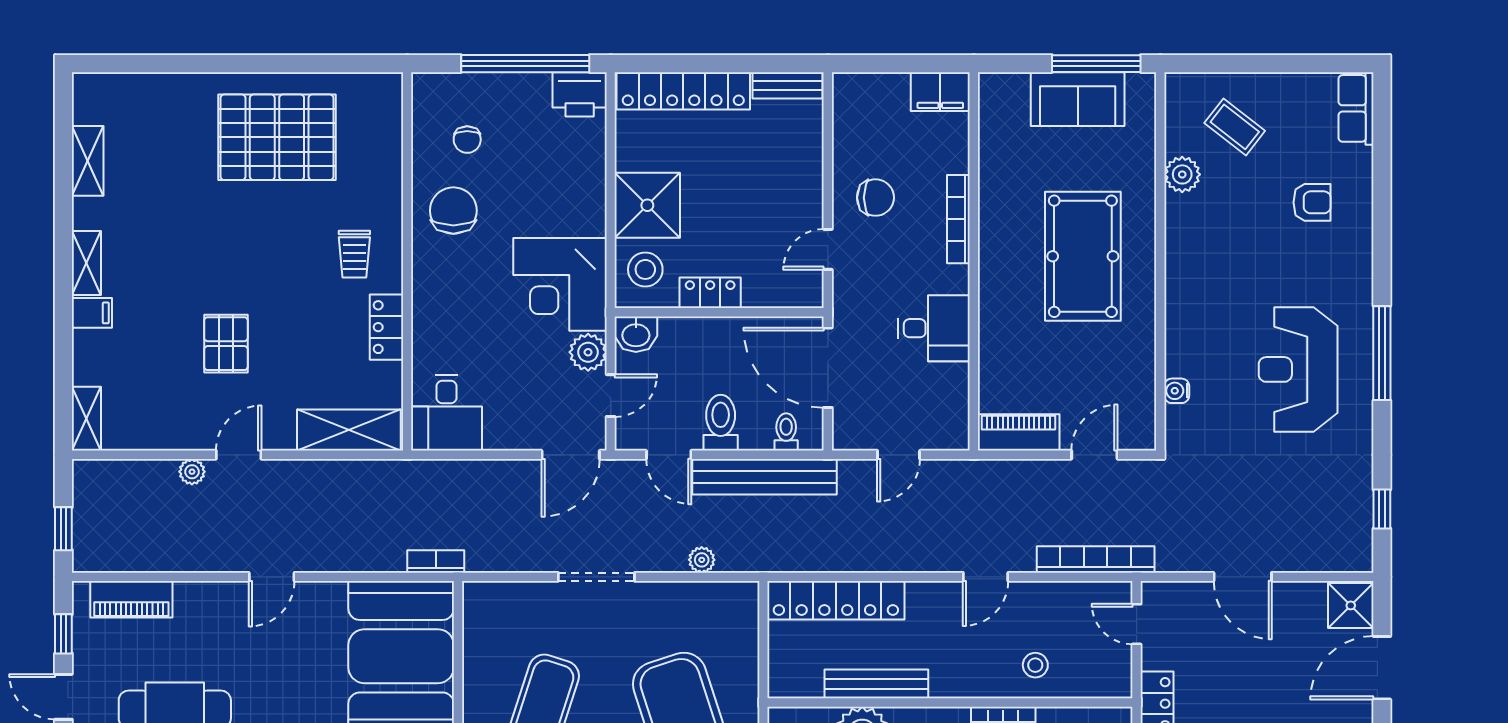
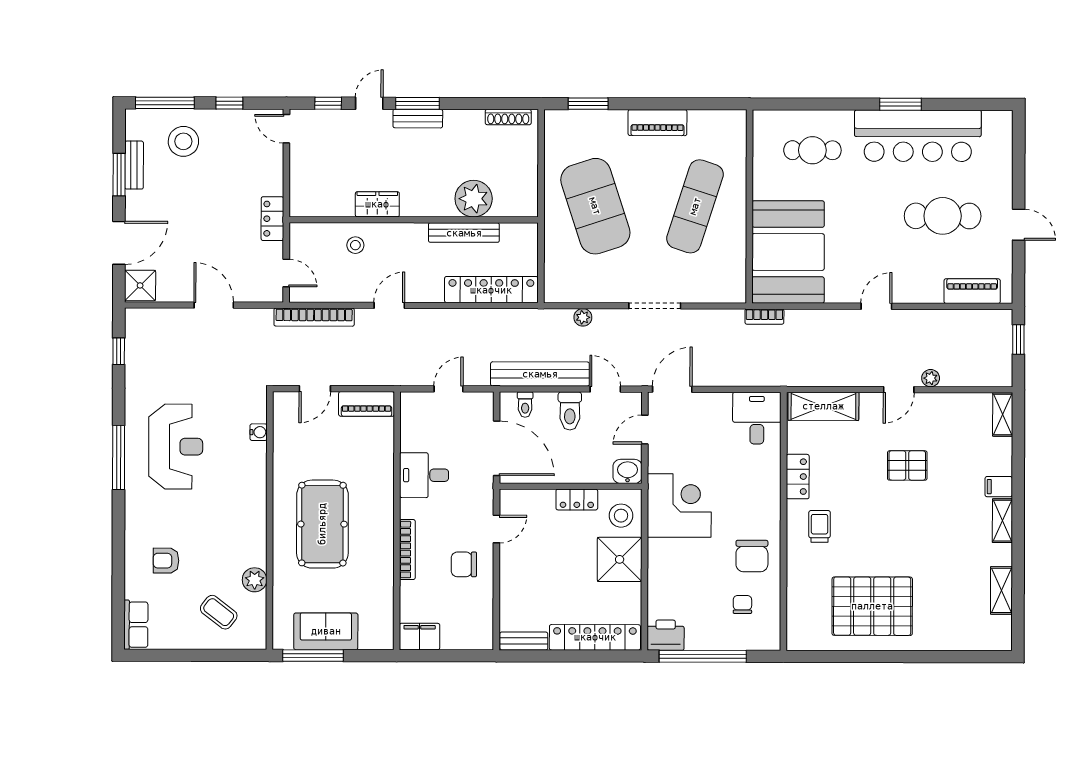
pallet: (226, 344) -> (907, 465), turned 90
plant: (588, 352) -> (660, 459), removed
window: (63, 634) -> (1019, 268), removed

